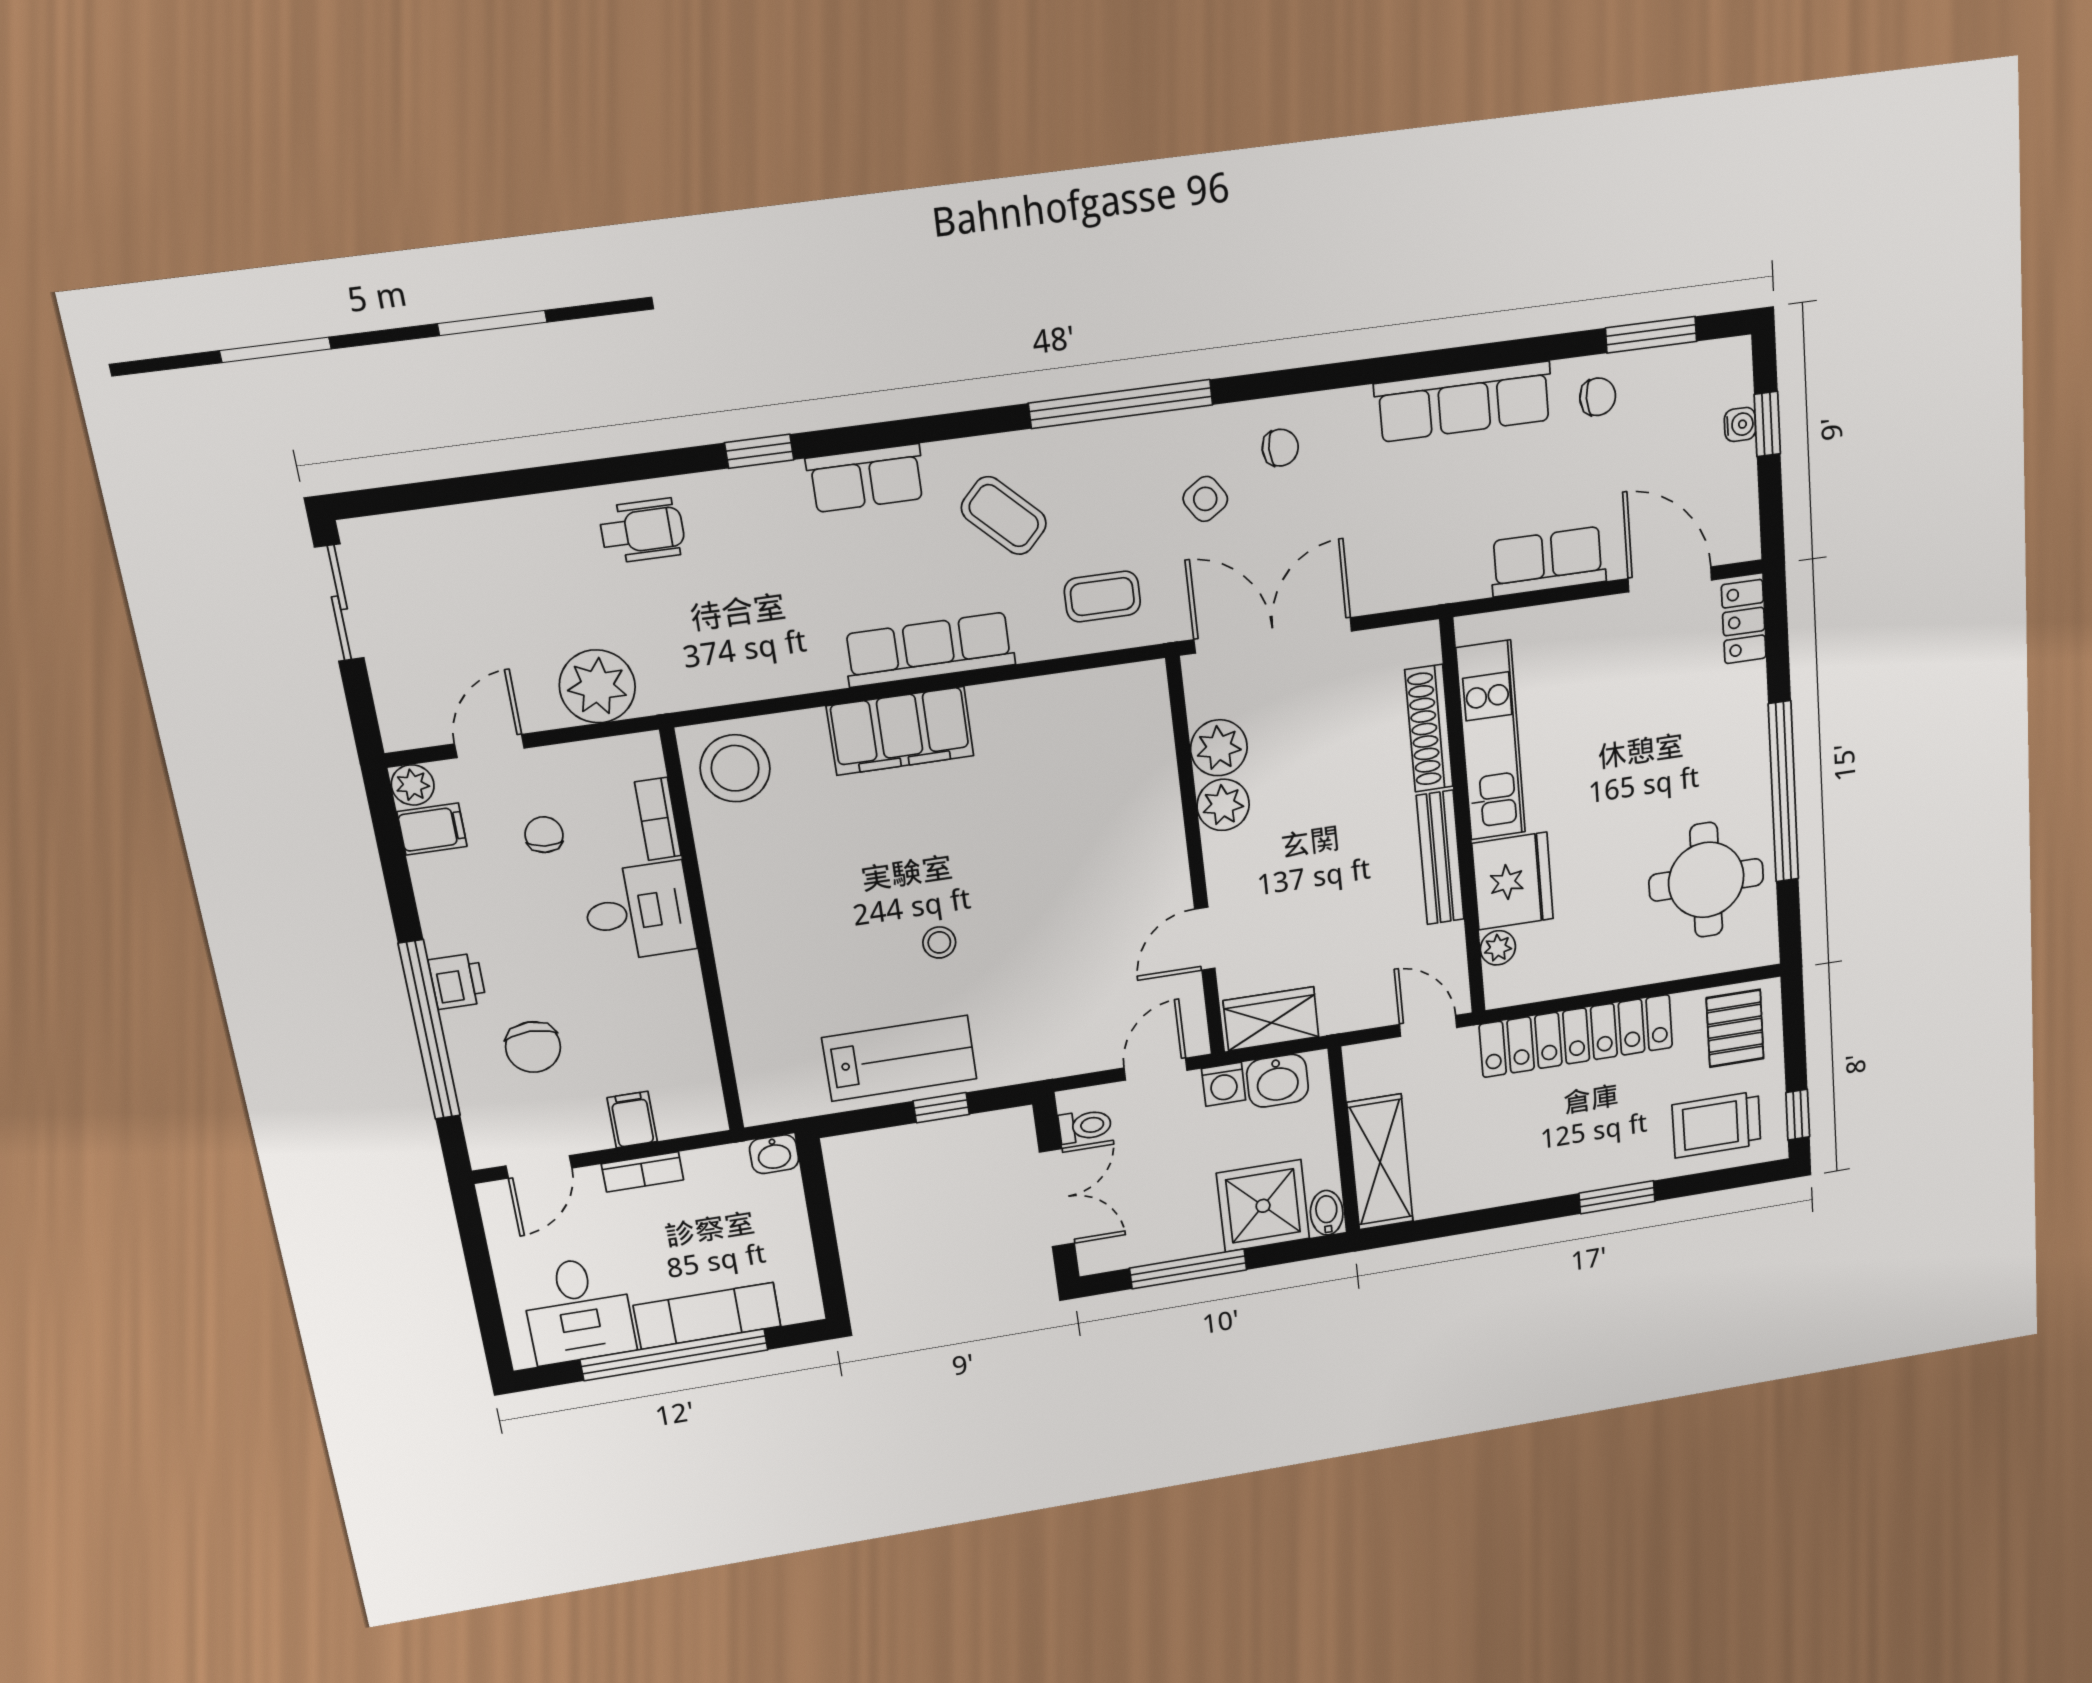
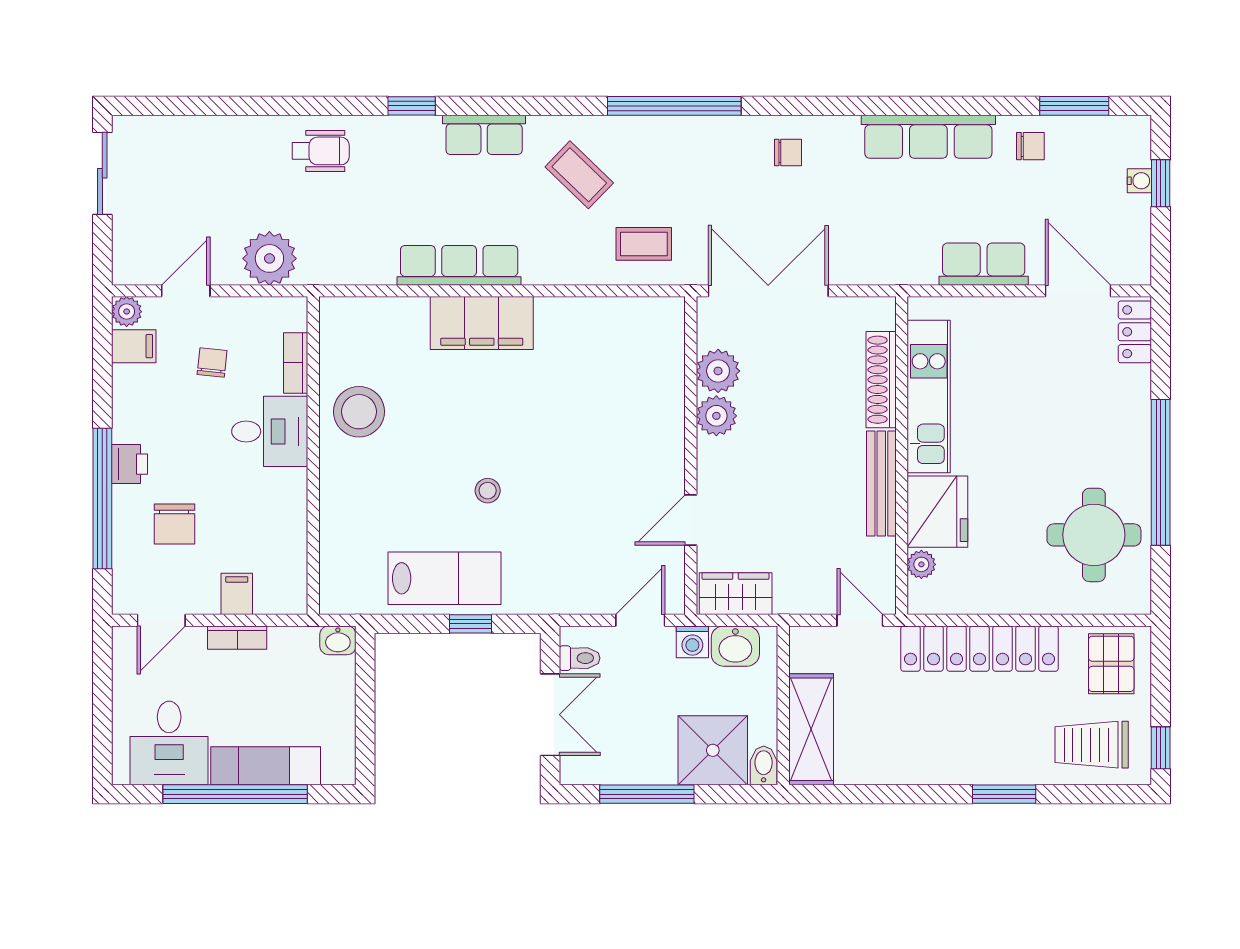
side table: (1205, 499) -> (728, 182), removed
row of seats: (929, 650) -> (459, 265), moved
stool: (735, 768) -> (359, 412), moved

